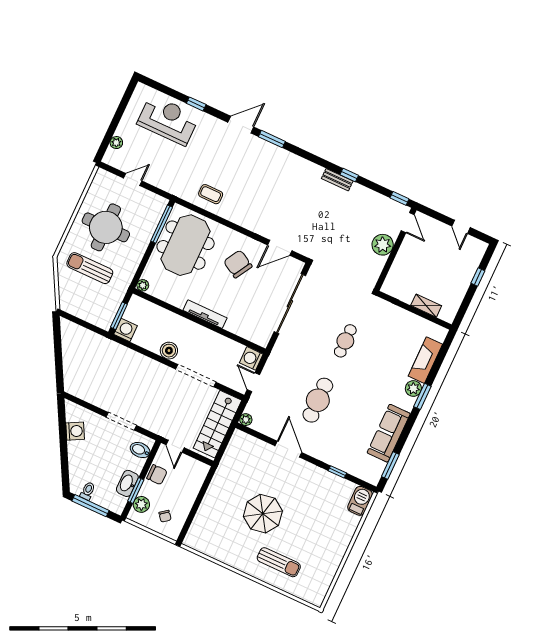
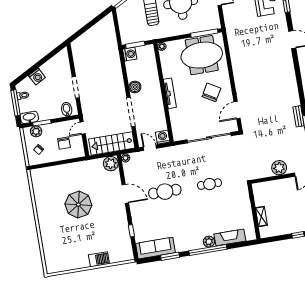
window: (272, 139) -> (296, 63), removed
coffee table: (211, 194) -> (241, 50), removed
door: (280, 248) -> (237, 110), hinge flipped
door: (253, 382) -> (150, 148), hinge flipped
window: (422, 396) -> (208, 250), width x2.11
washing machine: (75, 431) -> (37, 76), moved
sofa: (389, 433) -> (155, 248), moved
plant: (241, 442) -> (111, 164), added
door: (288, 449) -> (125, 194), hinge flipped
window: (390, 466) -> (170, 256), moved
chair: (157, 475) -> (64, 143), moved
washbasin: (127, 483) -> (29, 117), moved
barbecue: (360, 501) -> (99, 259), moved
sun lounger: (279, 562) -> (57, 233), removed

